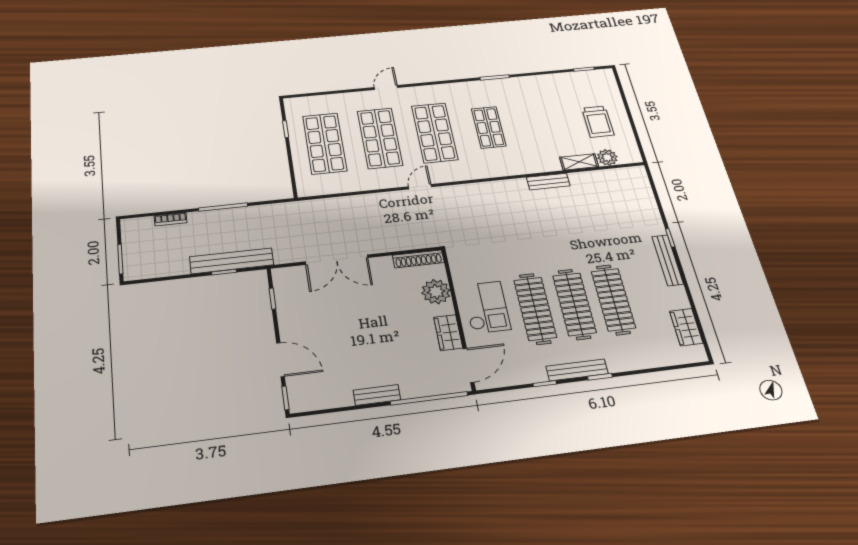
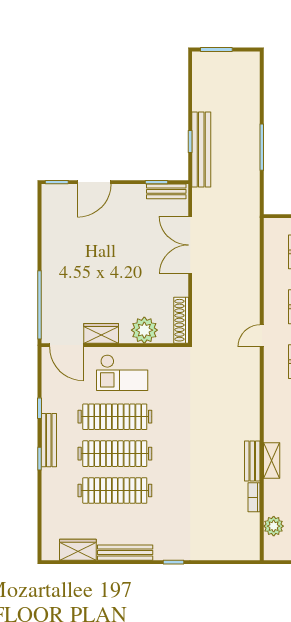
shelving: (579, 162) -> (272, 461), moved
door: (420, 187) -> (262, 336), swing flipped
bookcase: (171, 219) -> (254, 497), moved
bench: (668, 260) -> (125, 553), moved
bench: (377, 395) -> (166, 191), moved, turned 90

